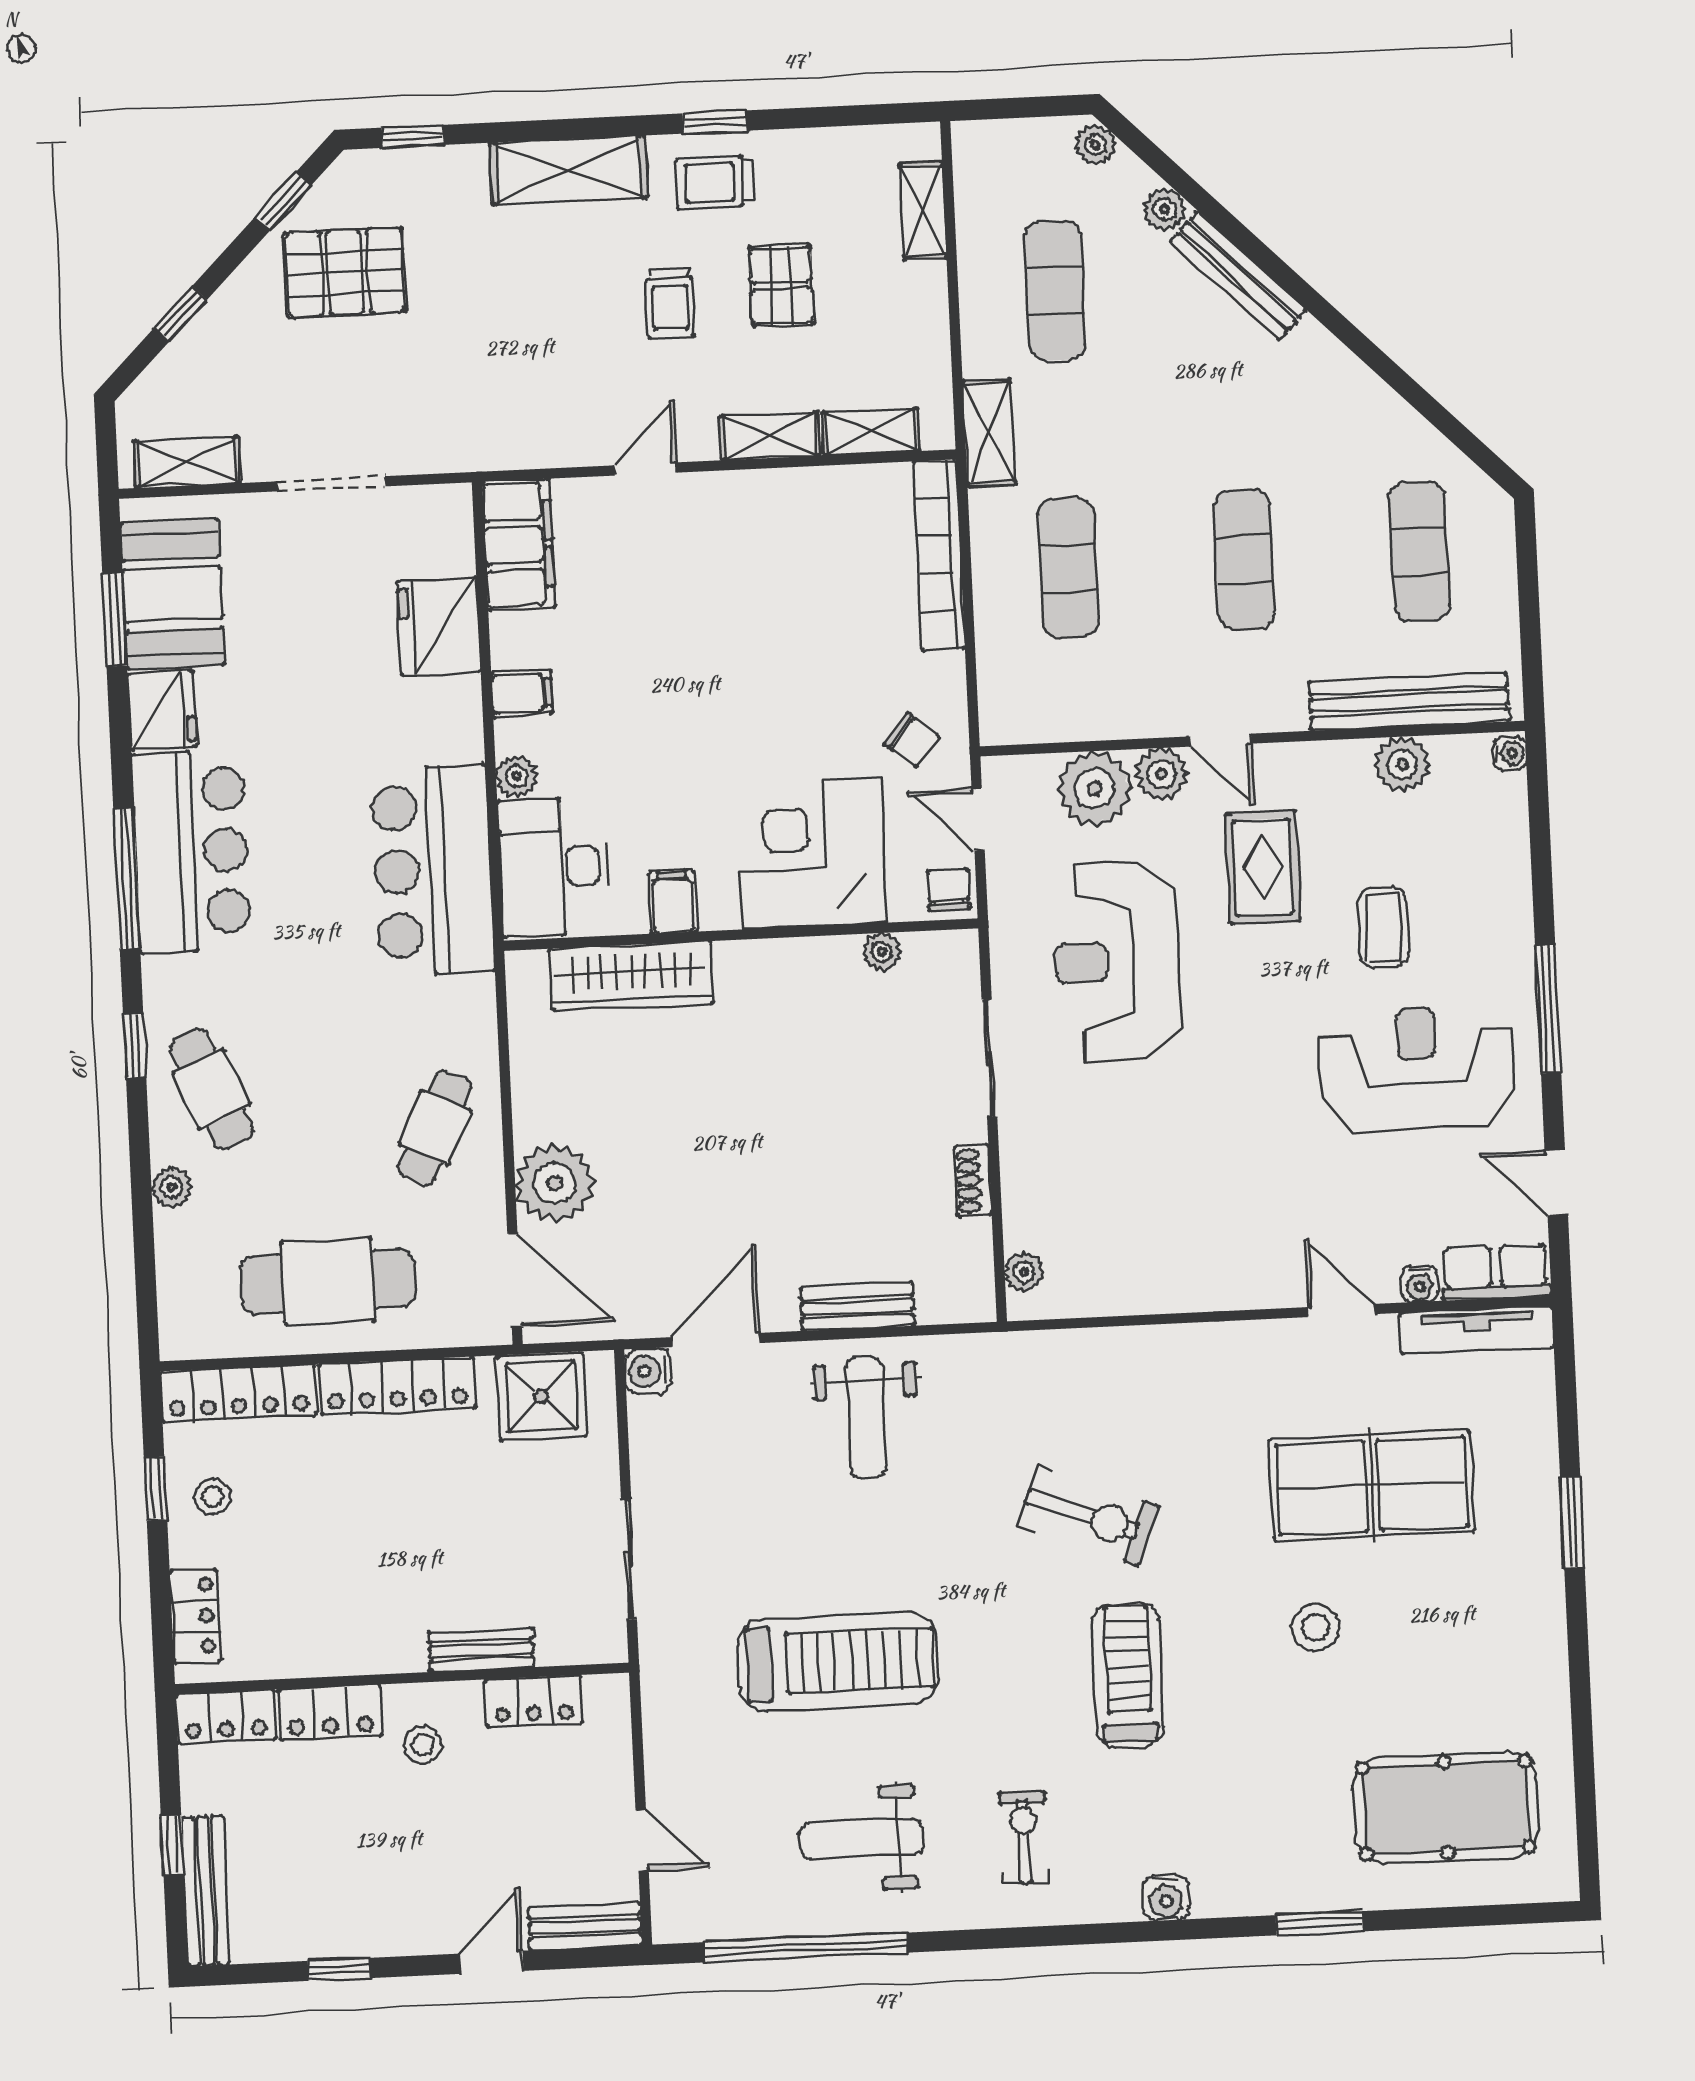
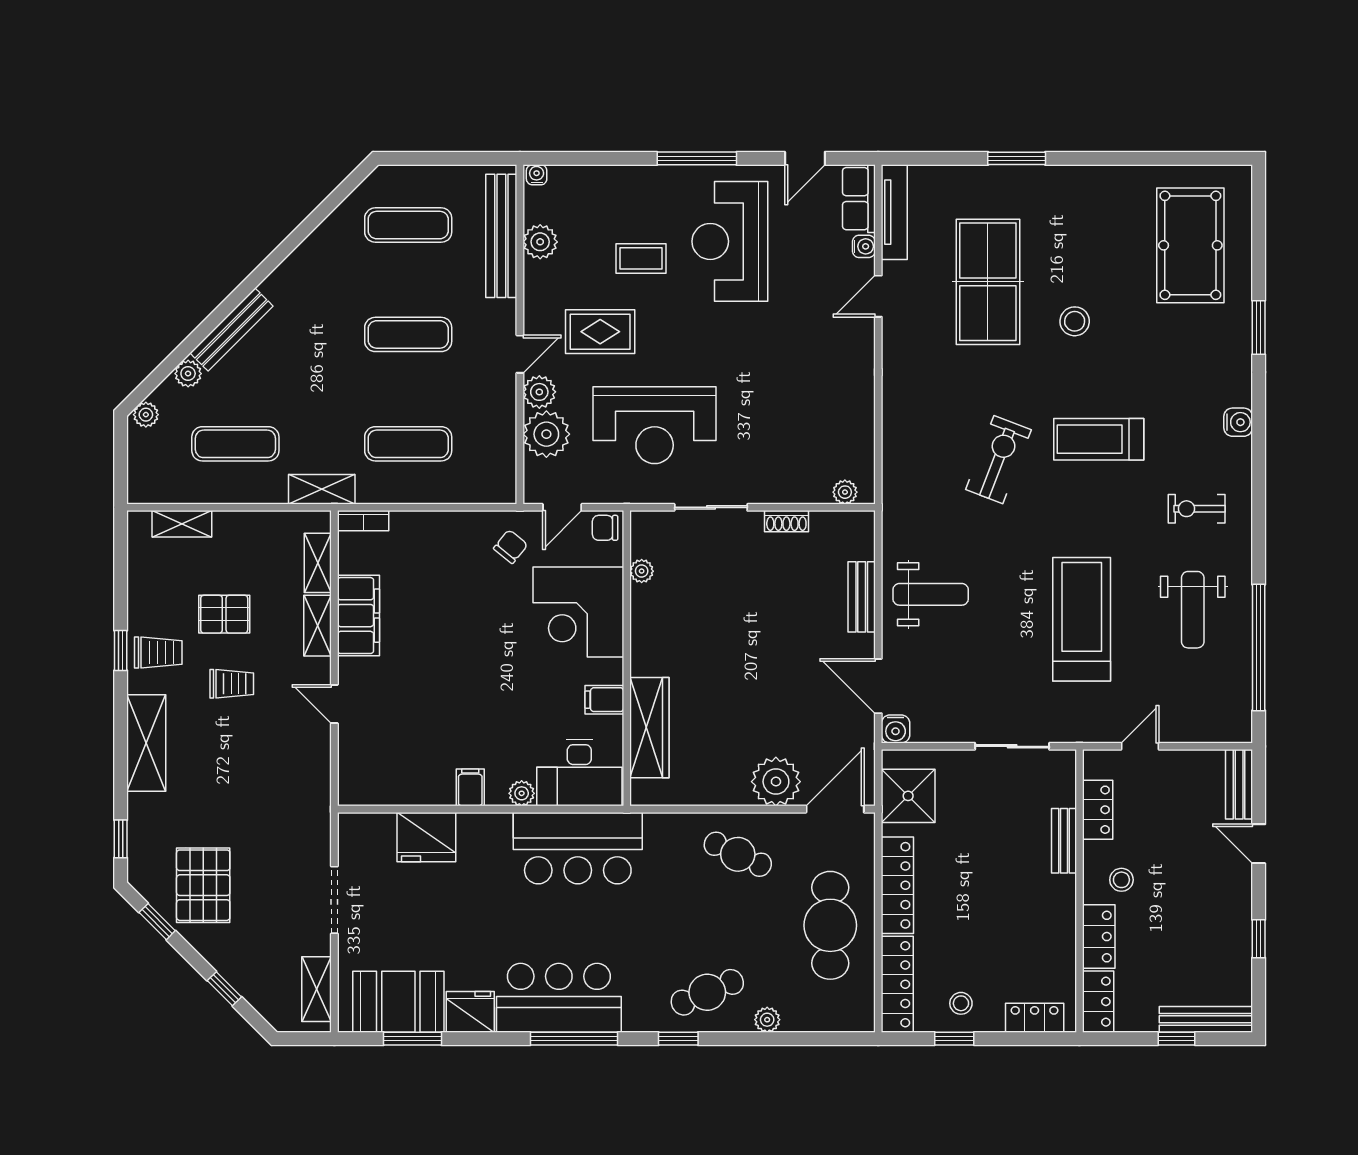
trolley: (715, 182) -> (158, 653), turned -90
filing cabinet: (519, 545) -> (358, 616), moved, turned 90
bookcase: (939, 555) -> (363, 521), width x0.43, depth x0.76
door: (642, 1840) -> (1140, 746), moved

